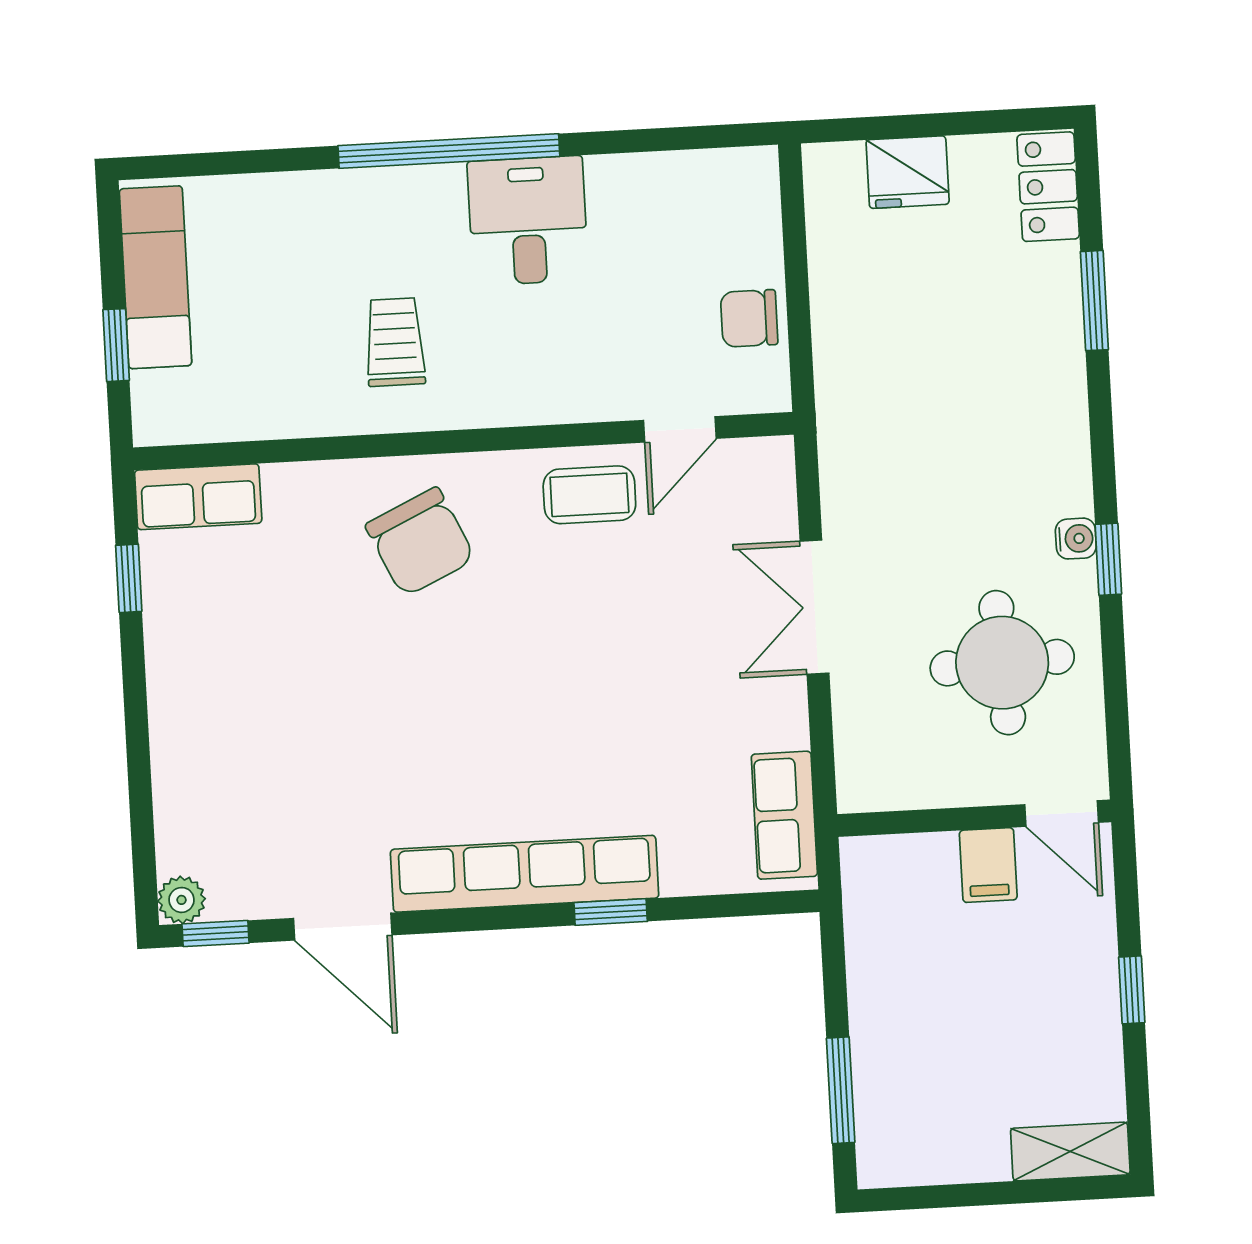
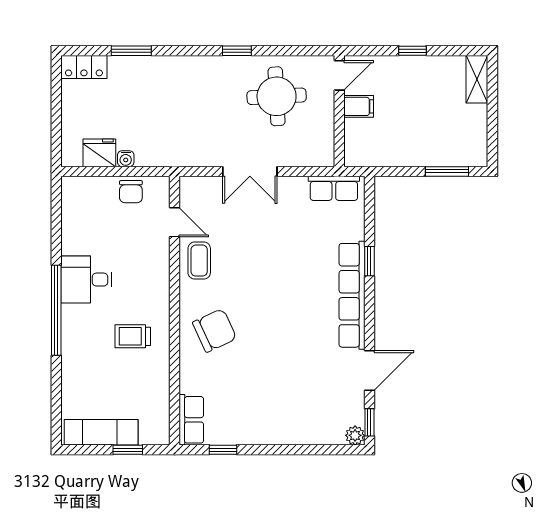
fridge: (908, 172) -> (99, 153), moved, turned -90
water cooler: (1076, 539) -> (126, 159), moved, turned 180

